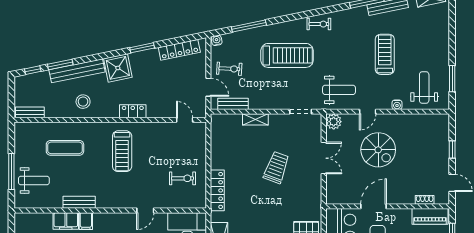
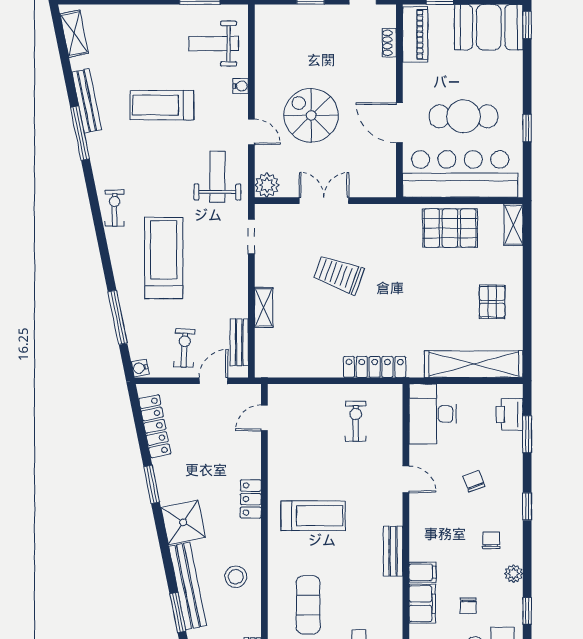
spiral stairs: (378, 150) -> (311, 115), turned -90
bench: (79, 202) -> (393, 551), moved

